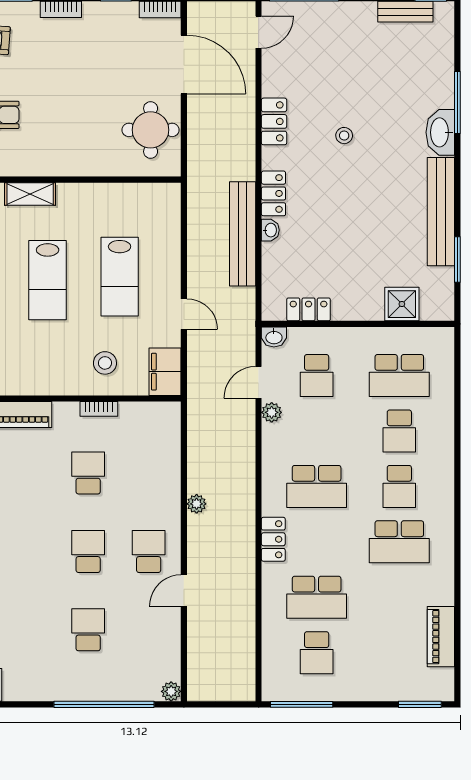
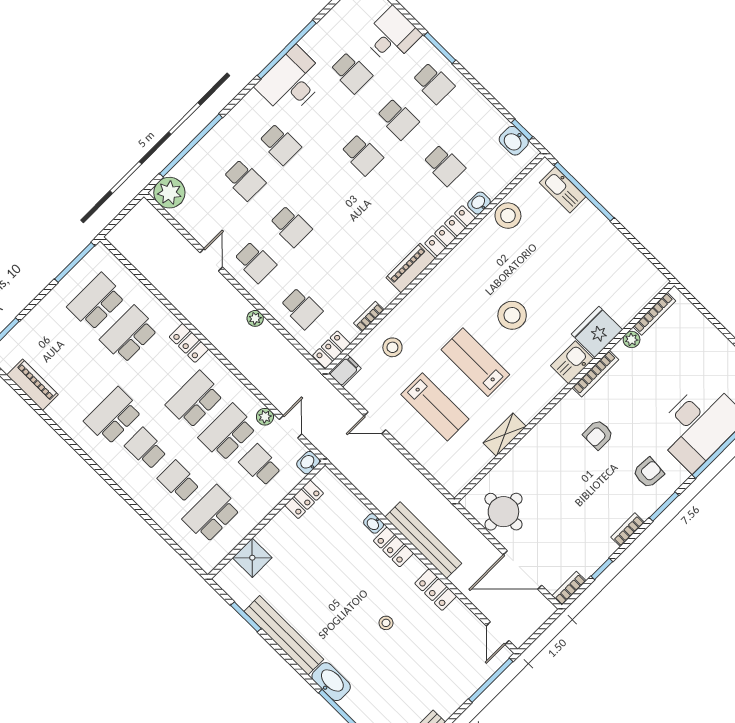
shelving: (30, 194) -> (505, 435), moved
bench: (243, 234) -> (423, 540), moved
lab bench: (120, 277) -> (435, 407), turned 180
filing cabinet: (165, 372) -> (345, 371), width x0.50
locker: (159, 413) -> (331, 350), added
school desk: (317, 431) -> (227, 432), added
school desk: (88, 473) -> (302, 308), moved
school desk: (28, 630) -> (280, 144), added
school desk: (317, 653) -> (96, 302), width x1.85
plant: (171, 691) -> (169, 193), width x1.88, depth x1.88

